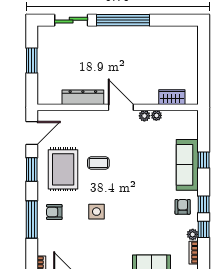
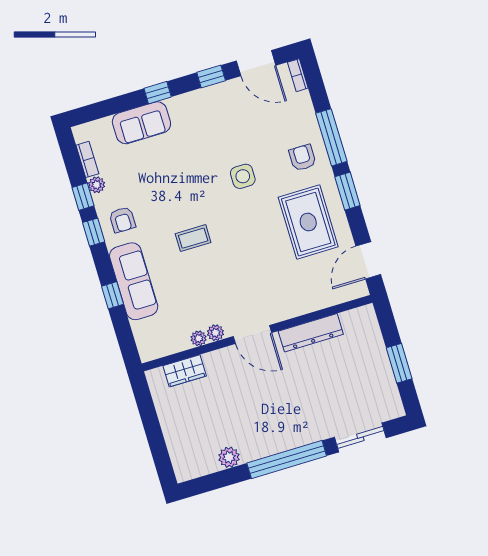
plant: (160, 33) -> (229, 457), added
coffee table: (98, 163) -> (193, 238), moved
window: (32, 170) -> (347, 191), moved
armchair: (54, 212) -> (302, 158), turned -90

